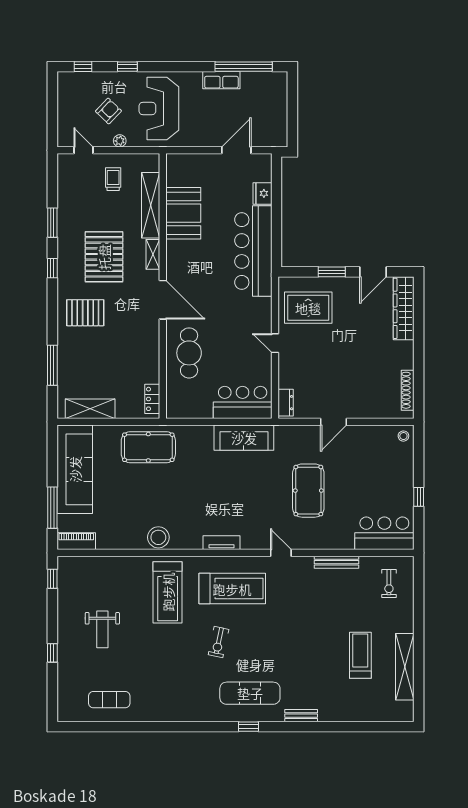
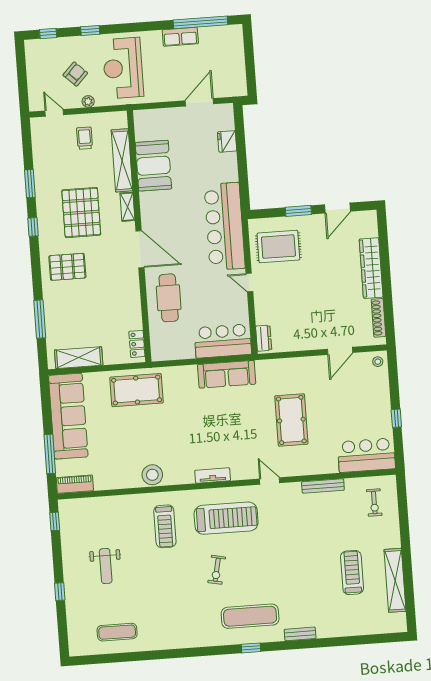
bar counter: (253, 251) -> (225, 226), moved
wardrobe: (404, 308) -> (371, 268), moved
door: (334, 422) -> (340, 351), moved
treadmill: (168, 592) -> (165, 526), width x0.73, depth x0.73

